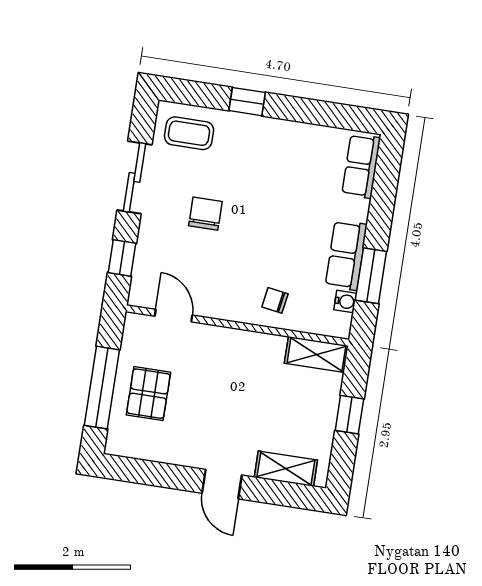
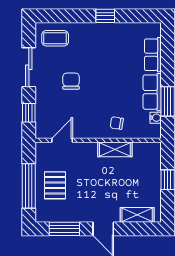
window: (247, 102) -> (105, 16), moved
row of seats: (361, 166) -> (153, 55), moved
door: (174, 316) -> (62, 140), hinge flipped
shelving: (316, 354) -> (115, 149), moved
window: (153, 473) -> (64, 229), added

